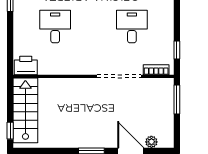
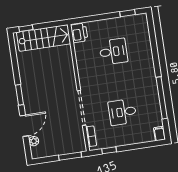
desk: (132, 27) -> (122, 112), turned 180

